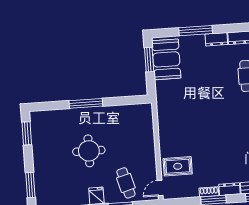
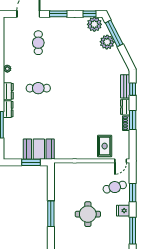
booth: (166, 59) -> (39, 149), moved
window: (149, 60) -> (31, 162), moved
door: (160, 188) -> (121, 161), hinge flipped

